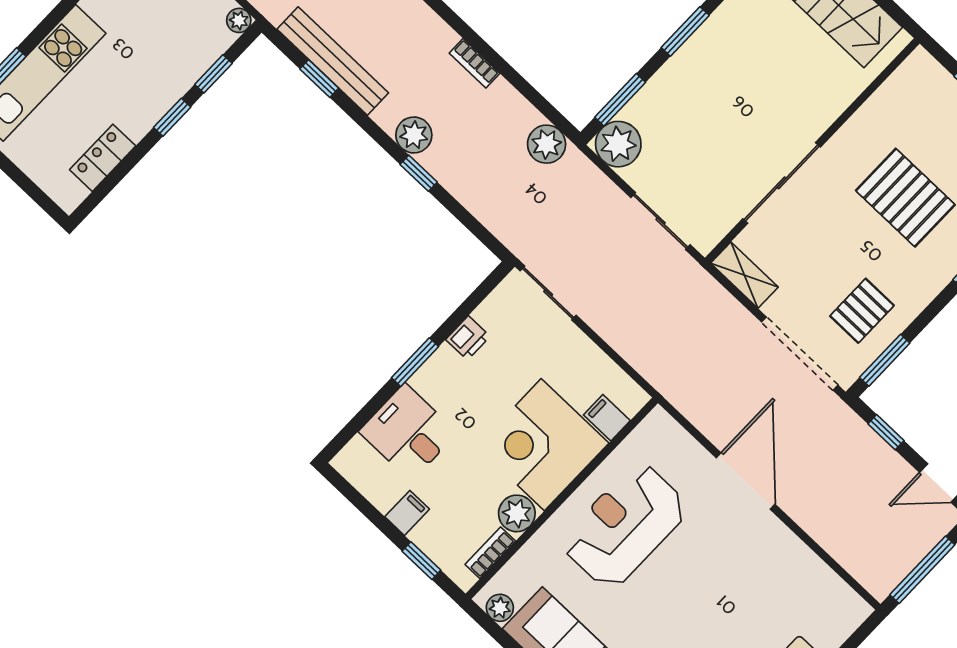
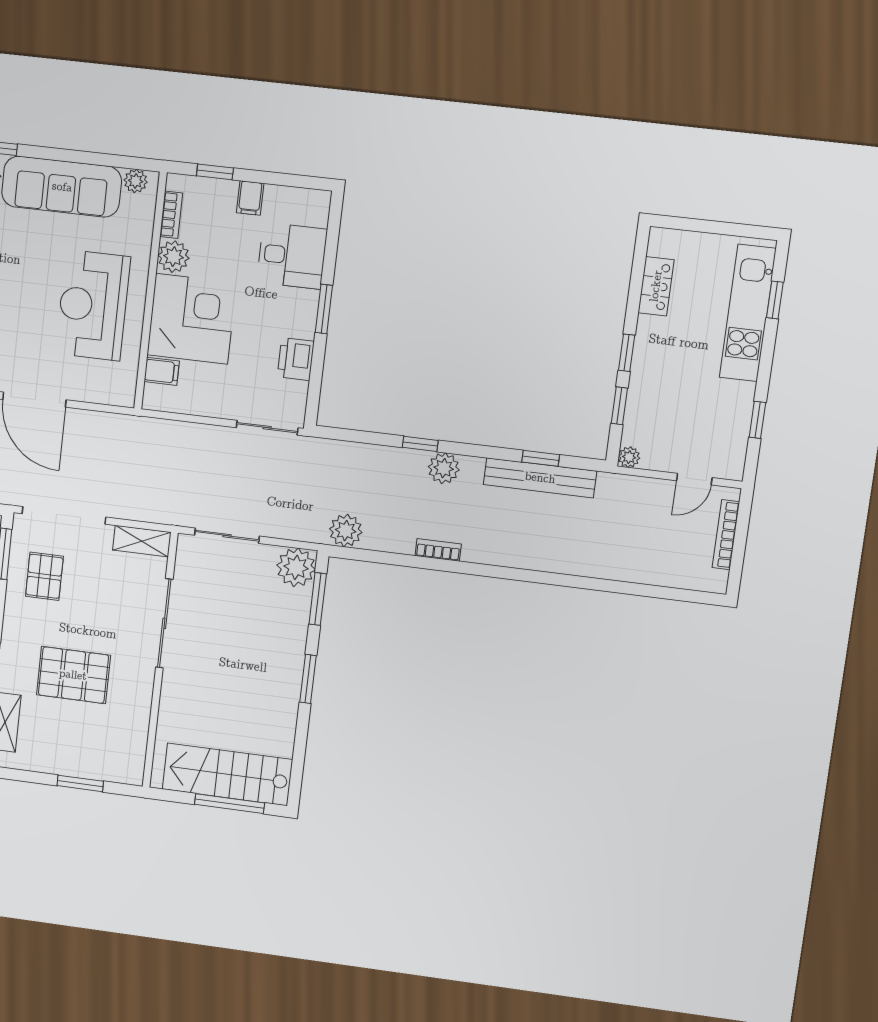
printer: (468, 338) -> (296, 359), width x1.36, depth x1.24
reception desk: (625, 526) -> (93, 305), turned 180

